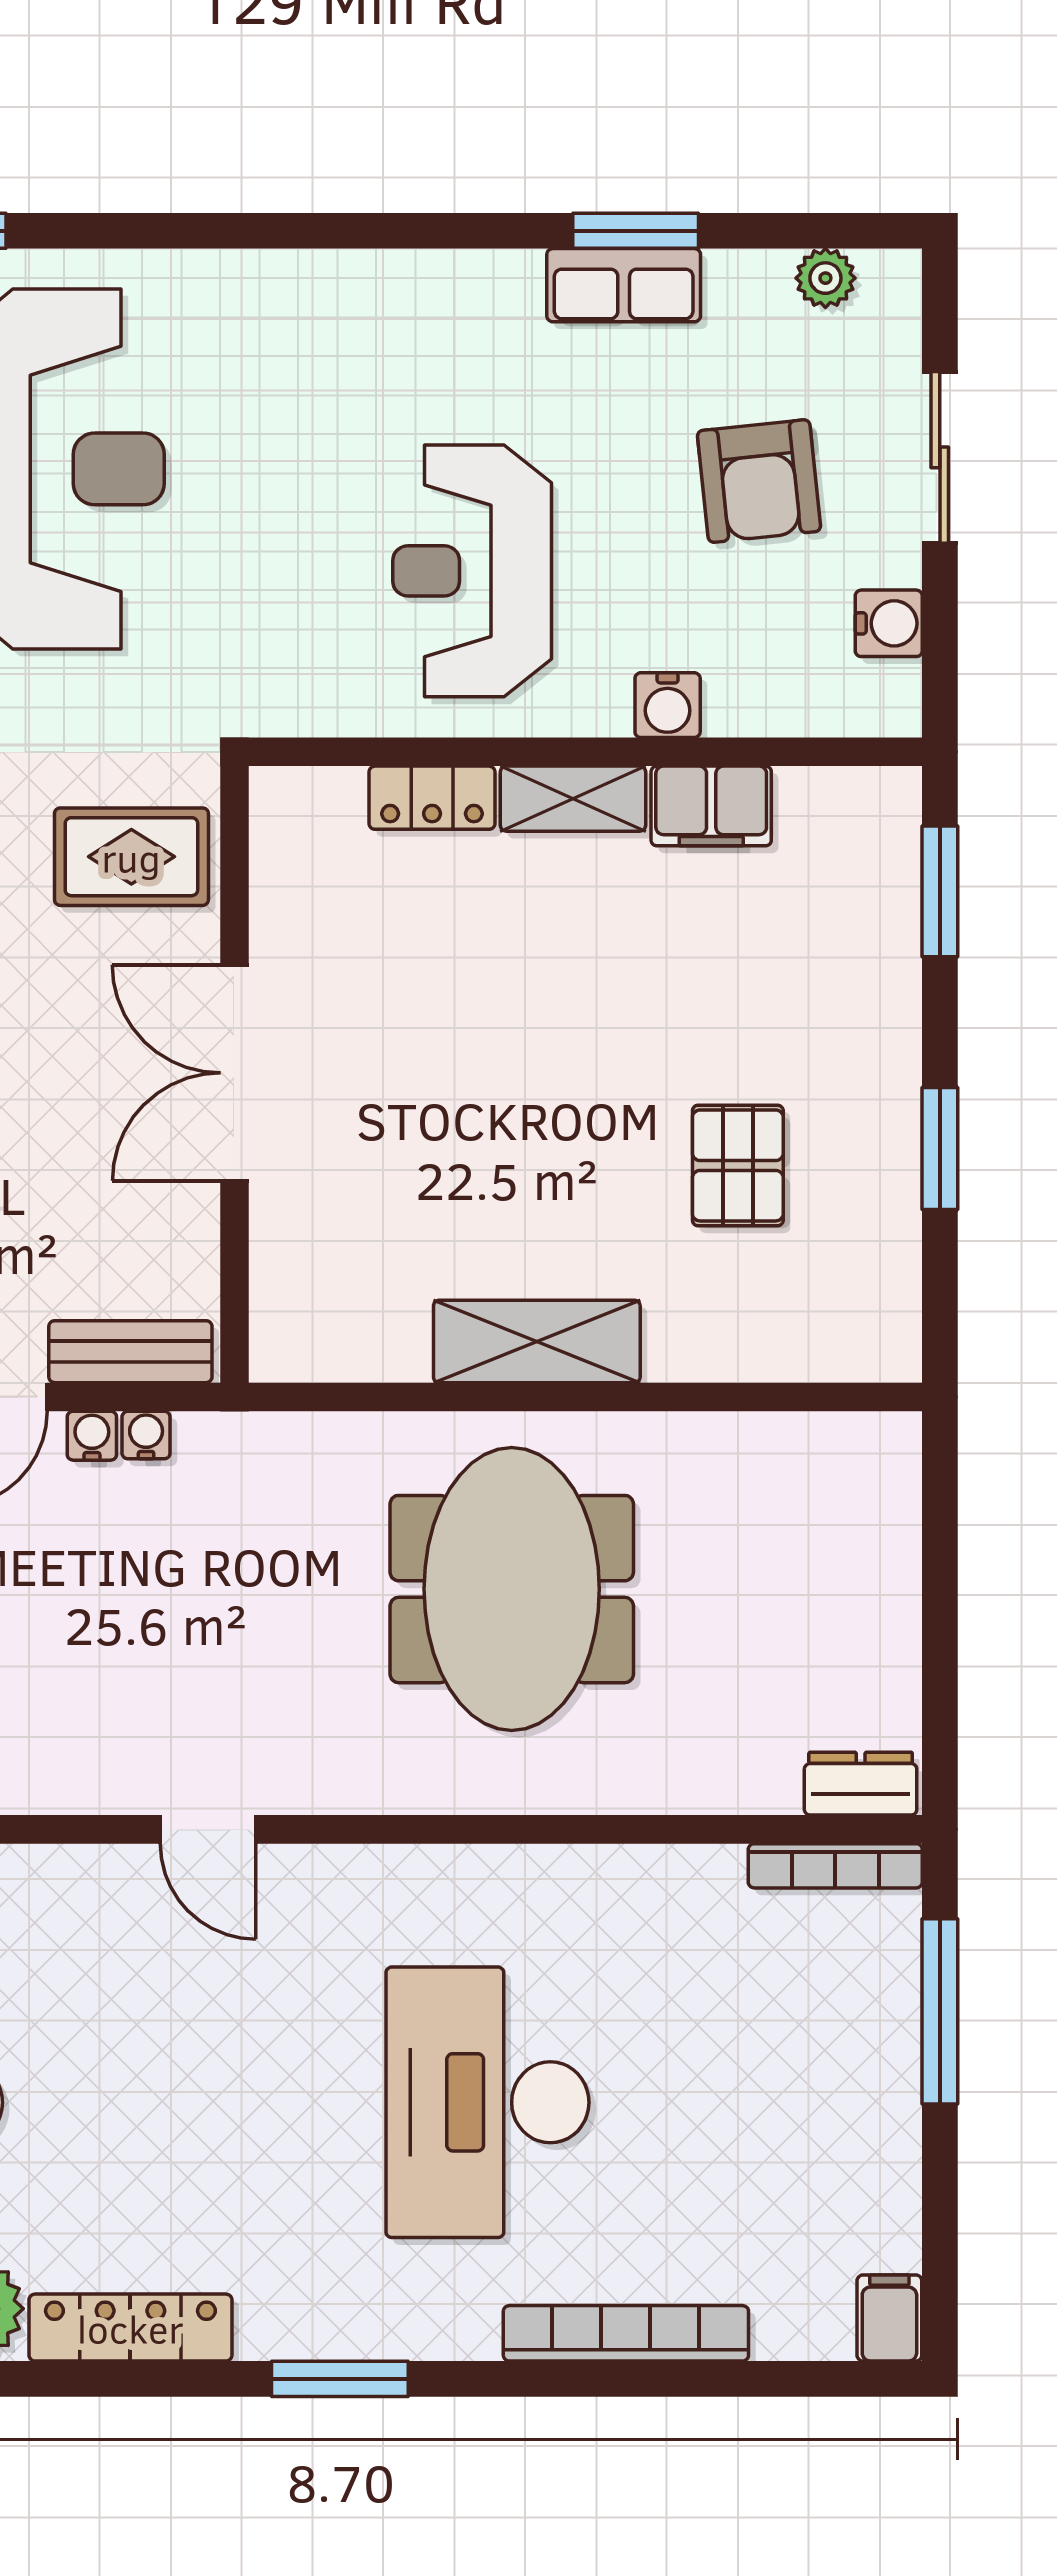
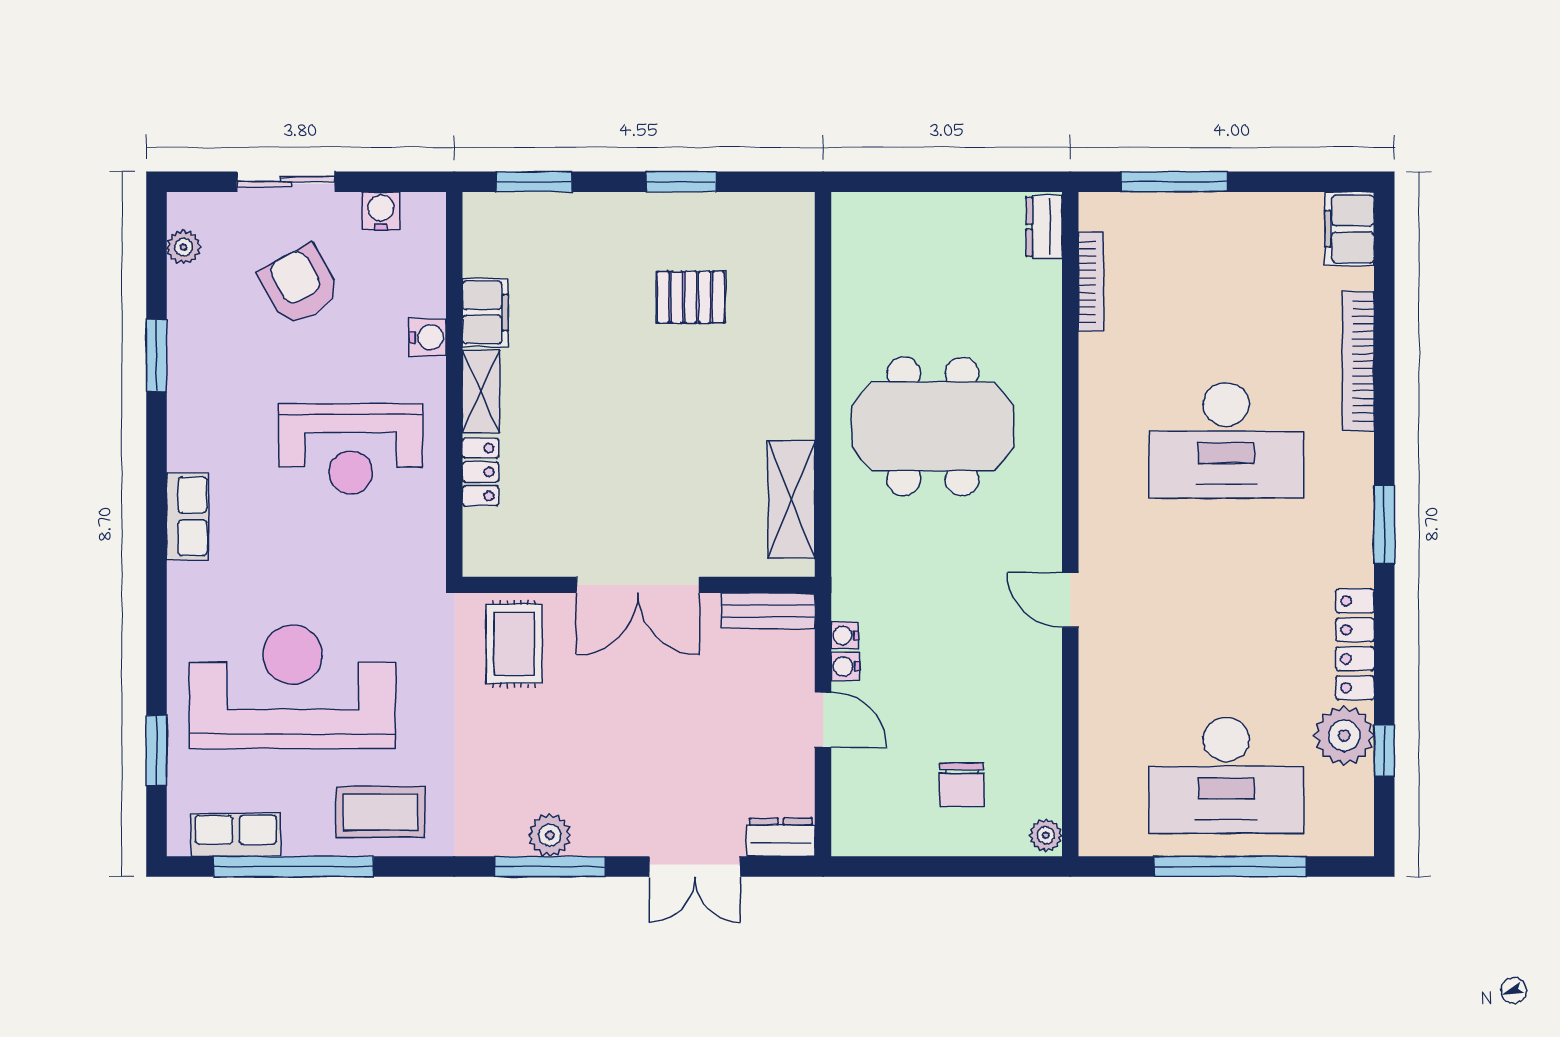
row of seats: (624, 285) -> (188, 516), moved
armchair: (759, 481) -> (299, 285), turned -113
shelving: (537, 1341) -> (791, 499), moved
bench: (130, 1352) -> (768, 611), moved, turned 90
door: (208, 1829) -> (1070, 600), swing flipped
bookcase: (835, 1866) -> (1091, 282), moved
filing cabinet: (889, 2318) -> (1350, 229), width x2.00

